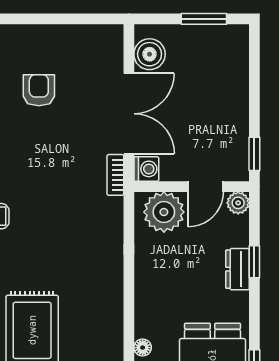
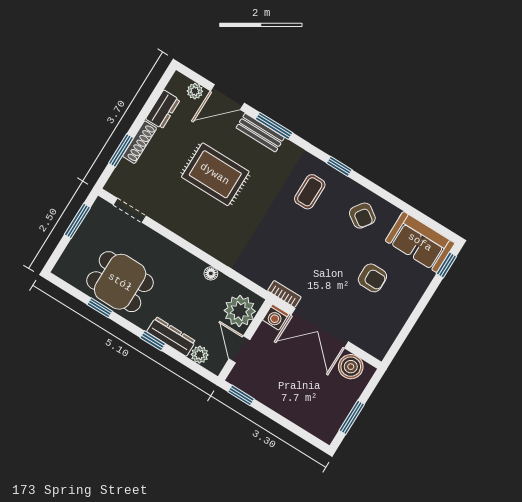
plant: (238, 203) -> (200, 355), moved
window: (254, 262) -> (153, 341), moved
dresser: (238, 269) -> (171, 336), width x1.44
floor lamp: (143, 348) -> (211, 273), moved

